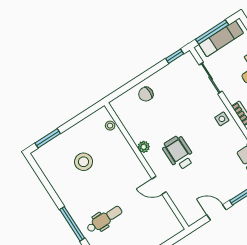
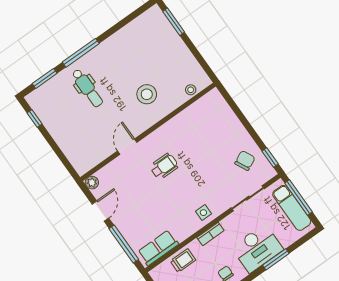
chair: (146, 94) -> (245, 161), moved, turned 64
plant: (144, 147) -> (92, 183), moved
wheelchair: (178, 153) -> (164, 166), width x0.73, depth x0.73
stool: (84, 162) -> (147, 94), moved

